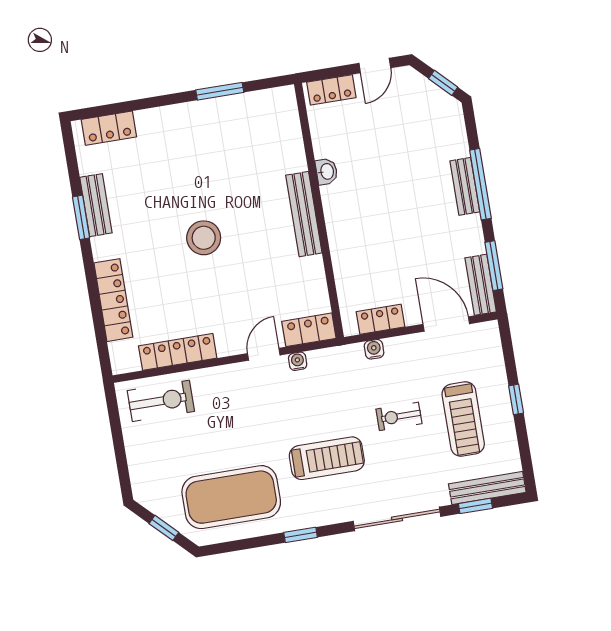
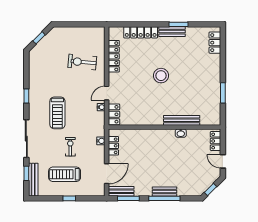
bench: (96, 205) -> (172, 32), moved
bench: (304, 214) -> (182, 120), moved
door: (264, 354) -> (107, 93), swing flipped
exercise bike: (161, 401) -> (82, 62), moved, turned 95
exercise mat: (231, 497) -> (48, 69), removed

